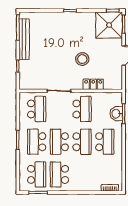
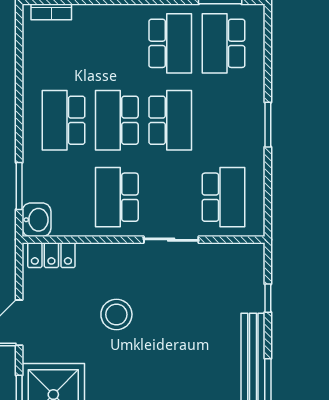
locker: (93, 84) -> (51, 255), moved
school desk: (37, 109) -> (224, 197), turned 180
washbasin: (116, 114) -> (36, 220), moved
school desk: (37, 142) -> (224, 120), removed

